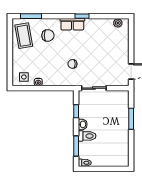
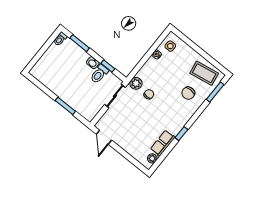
row of seats: (72, 24) -> (163, 143), moved
plant: (72, 80) -> (136, 83), added
toilet: (87, 136) -> (99, 74), moved

